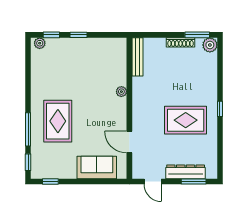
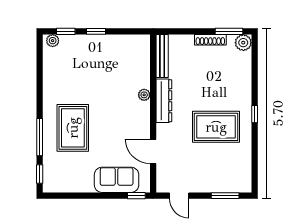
dresser: (186, 172) -> (164, 101), moved, turned 90
window: (50, 181) -> (136, 196), moved

